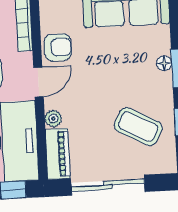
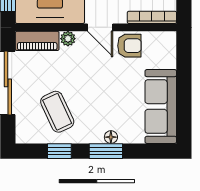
armchair: (58, 47) -> (129, 46), turned -90
coffee table: (138, 127) -> (57, 112), turned -53

